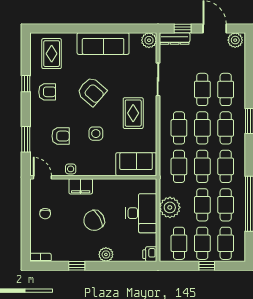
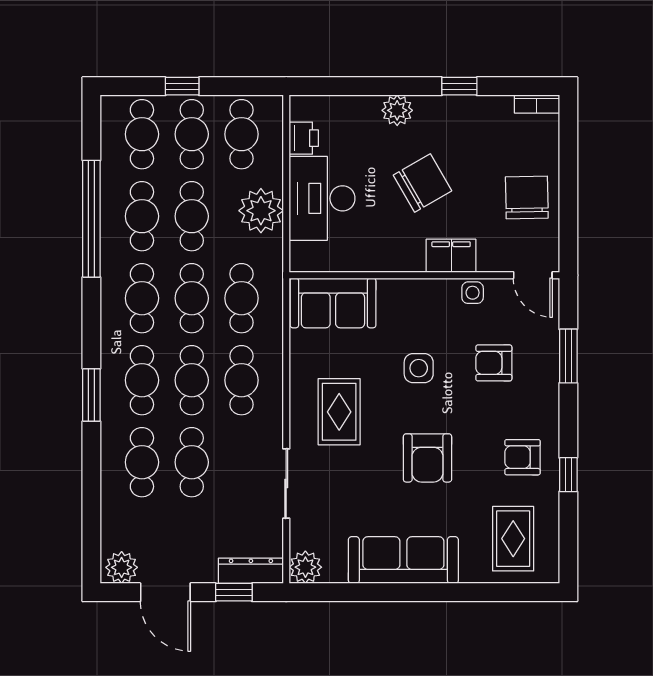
armchair: (92, 91) -> (427, 458), turned -131
chair: (45, 214) -> (527, 197), width x1.87, depth x1.87
printer: (150, 254) -> (304, 138), moved

